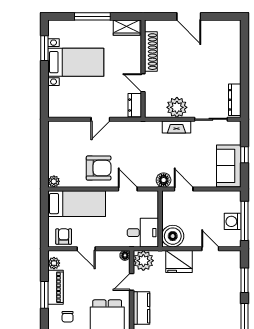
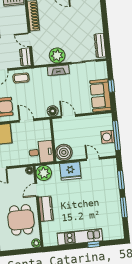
coffee table: (126, 132) -> (21, 78), added

